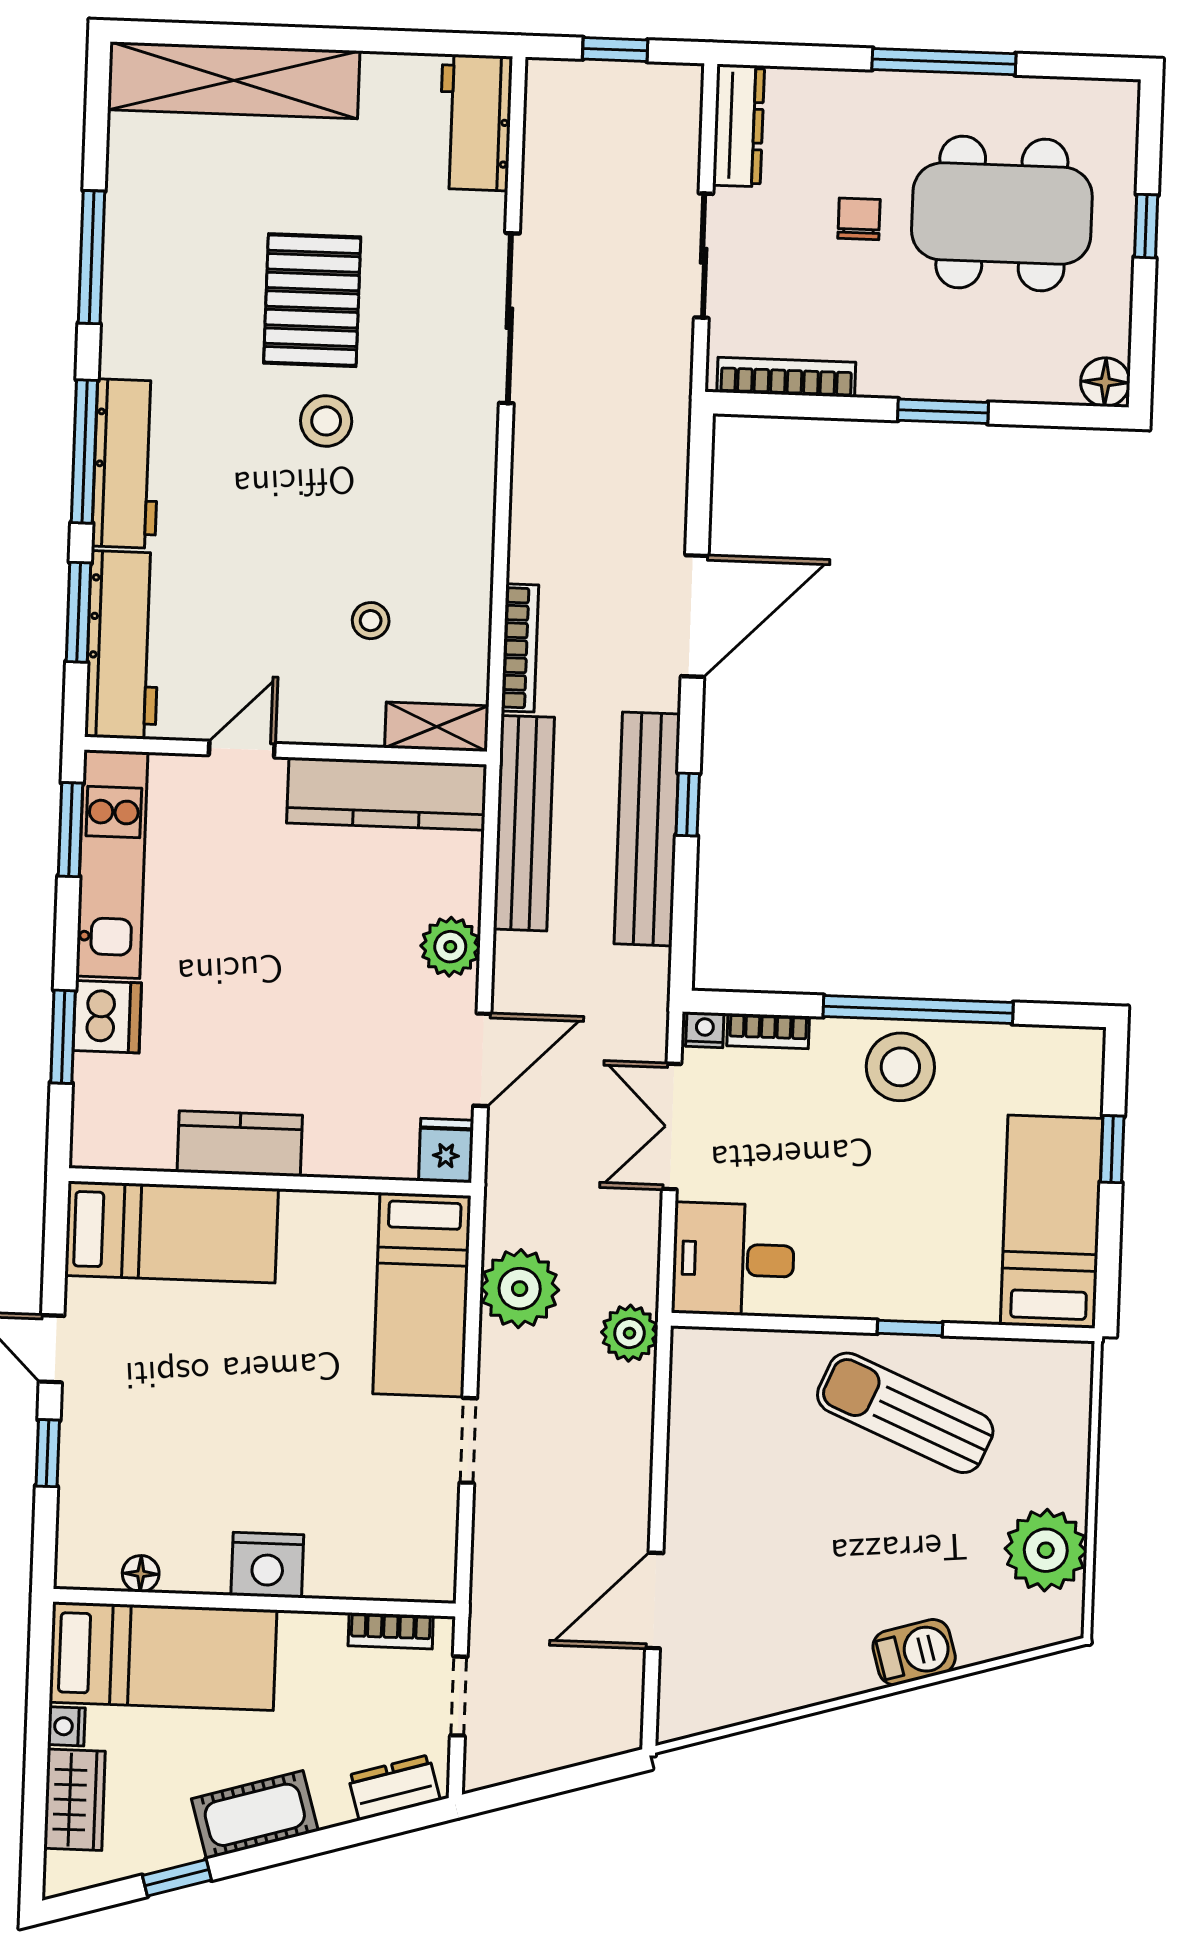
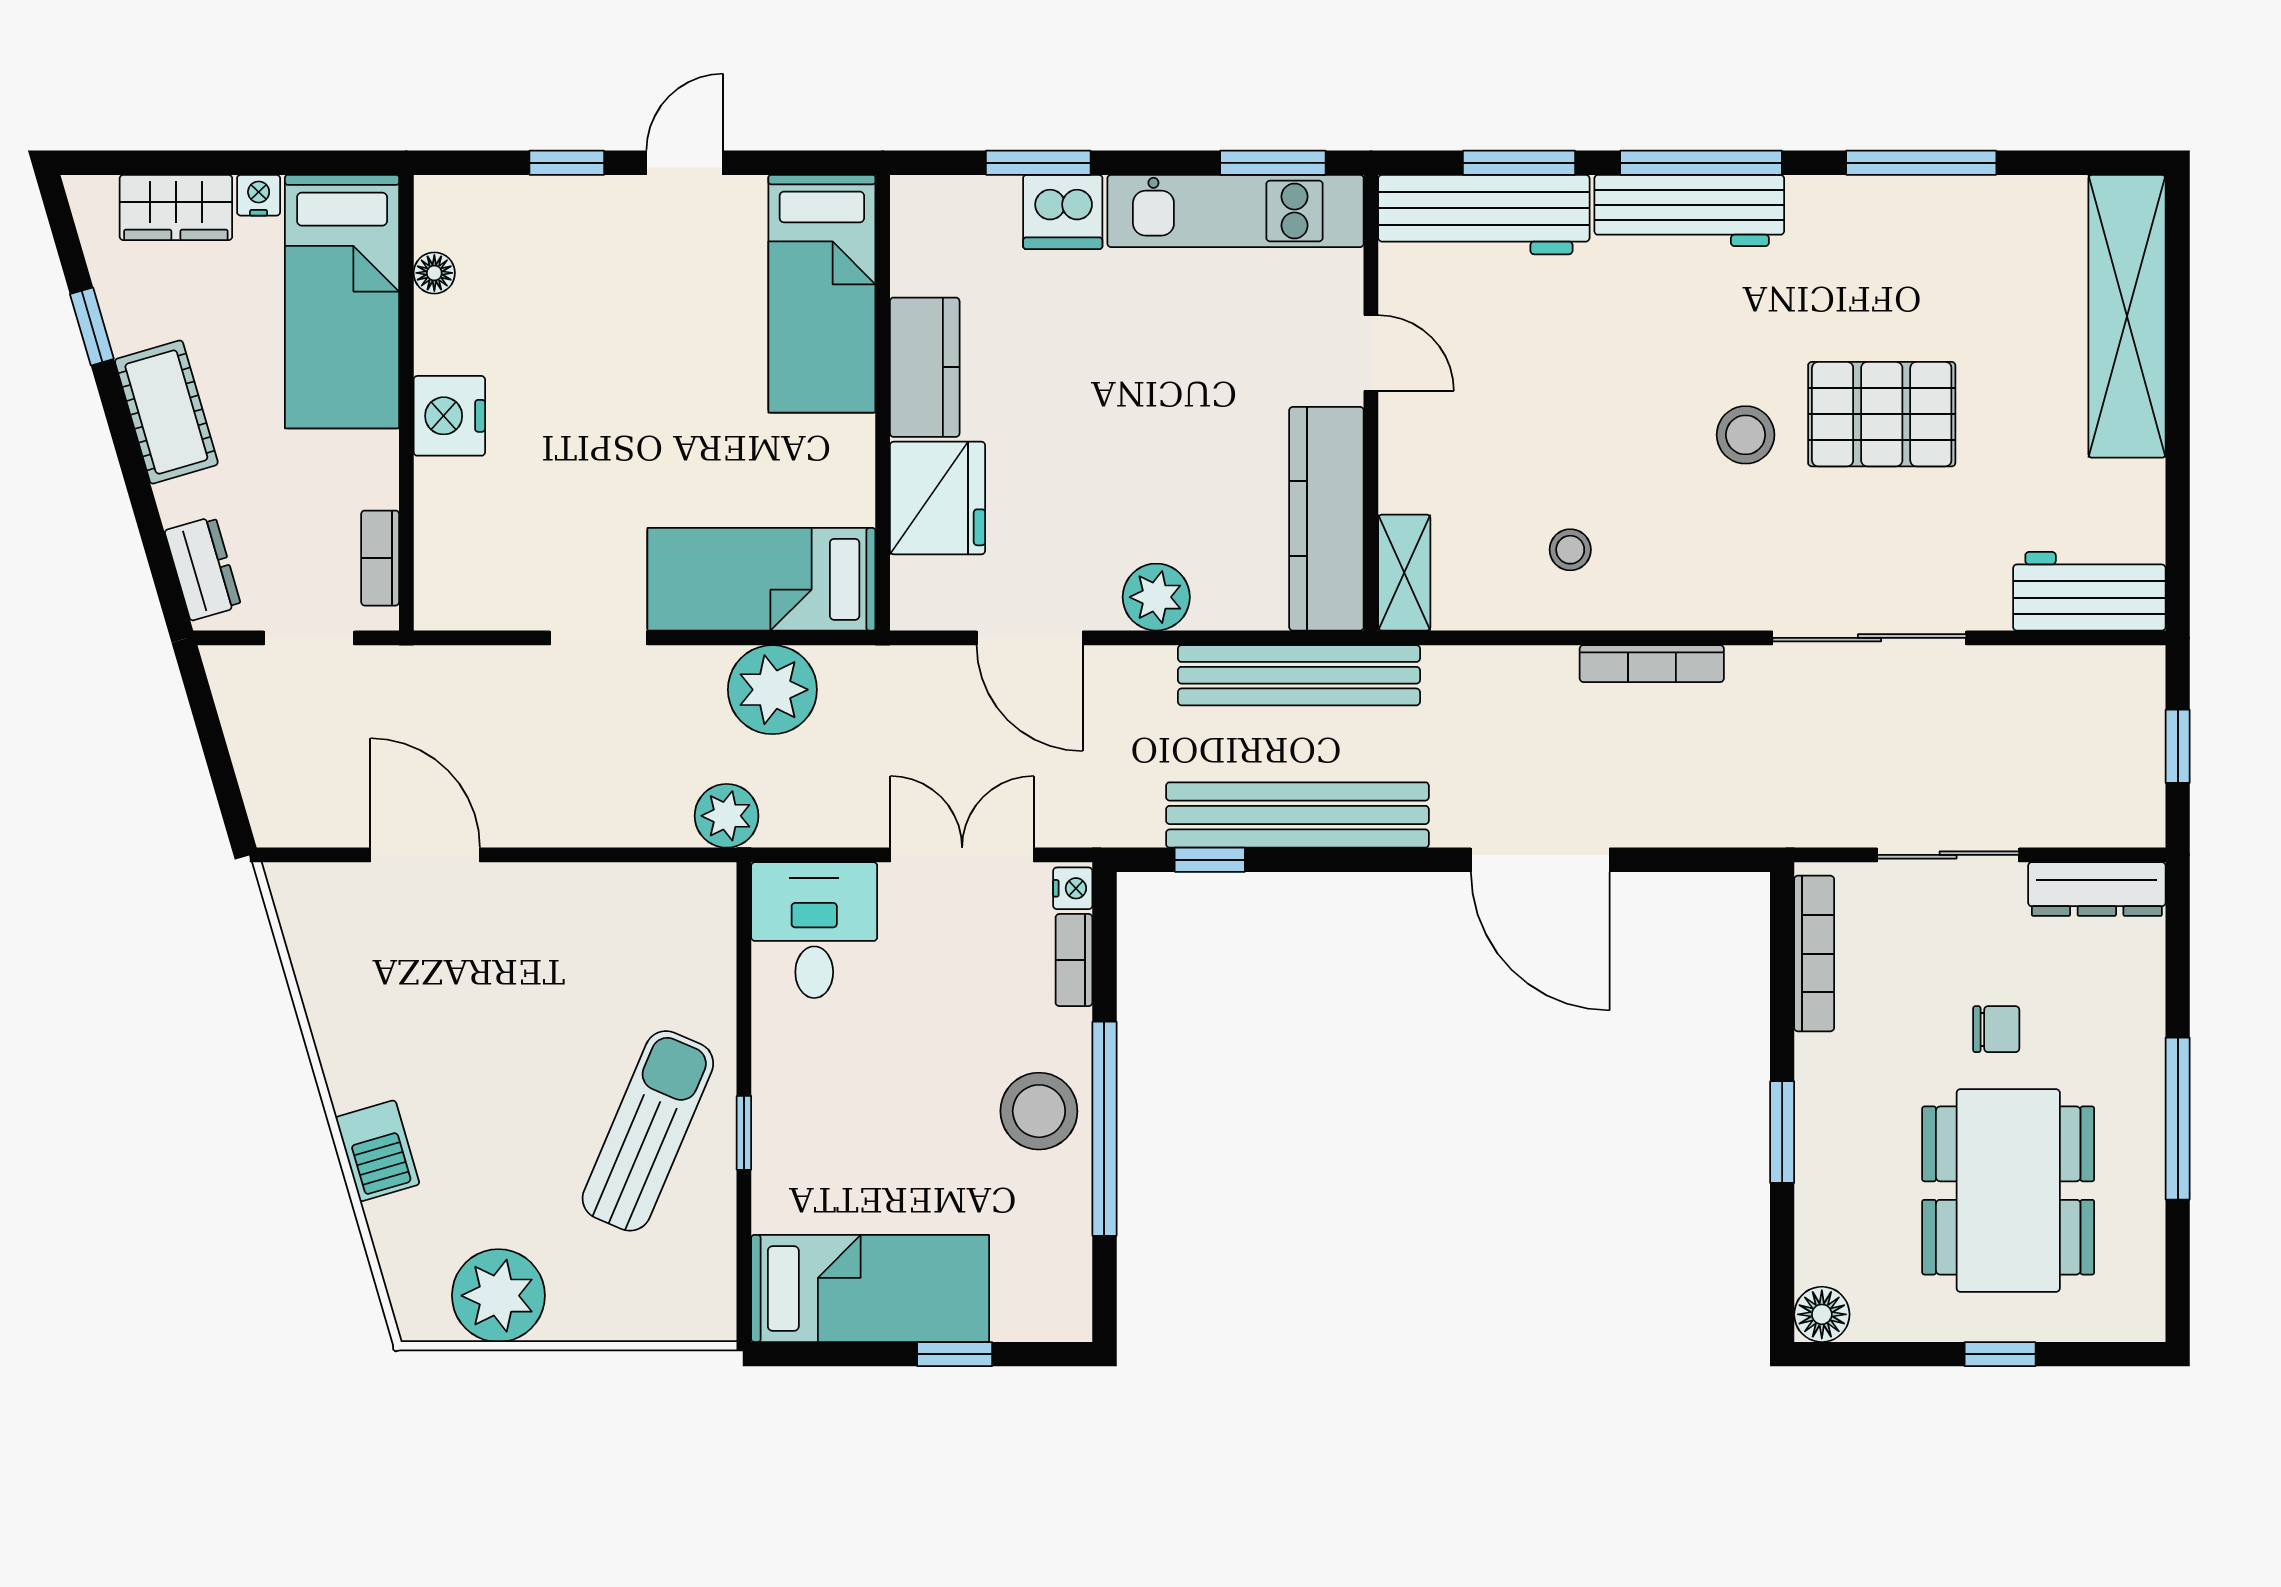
stool: (371, 621) -> (1570, 550), moved
bookcase: (520, 648) -> (1652, 664), moved
window: (688, 804) -> (1210, 860), moved
fridge: (446, 1151) -> (938, 498), moved, width x1.88, depth x1.34

